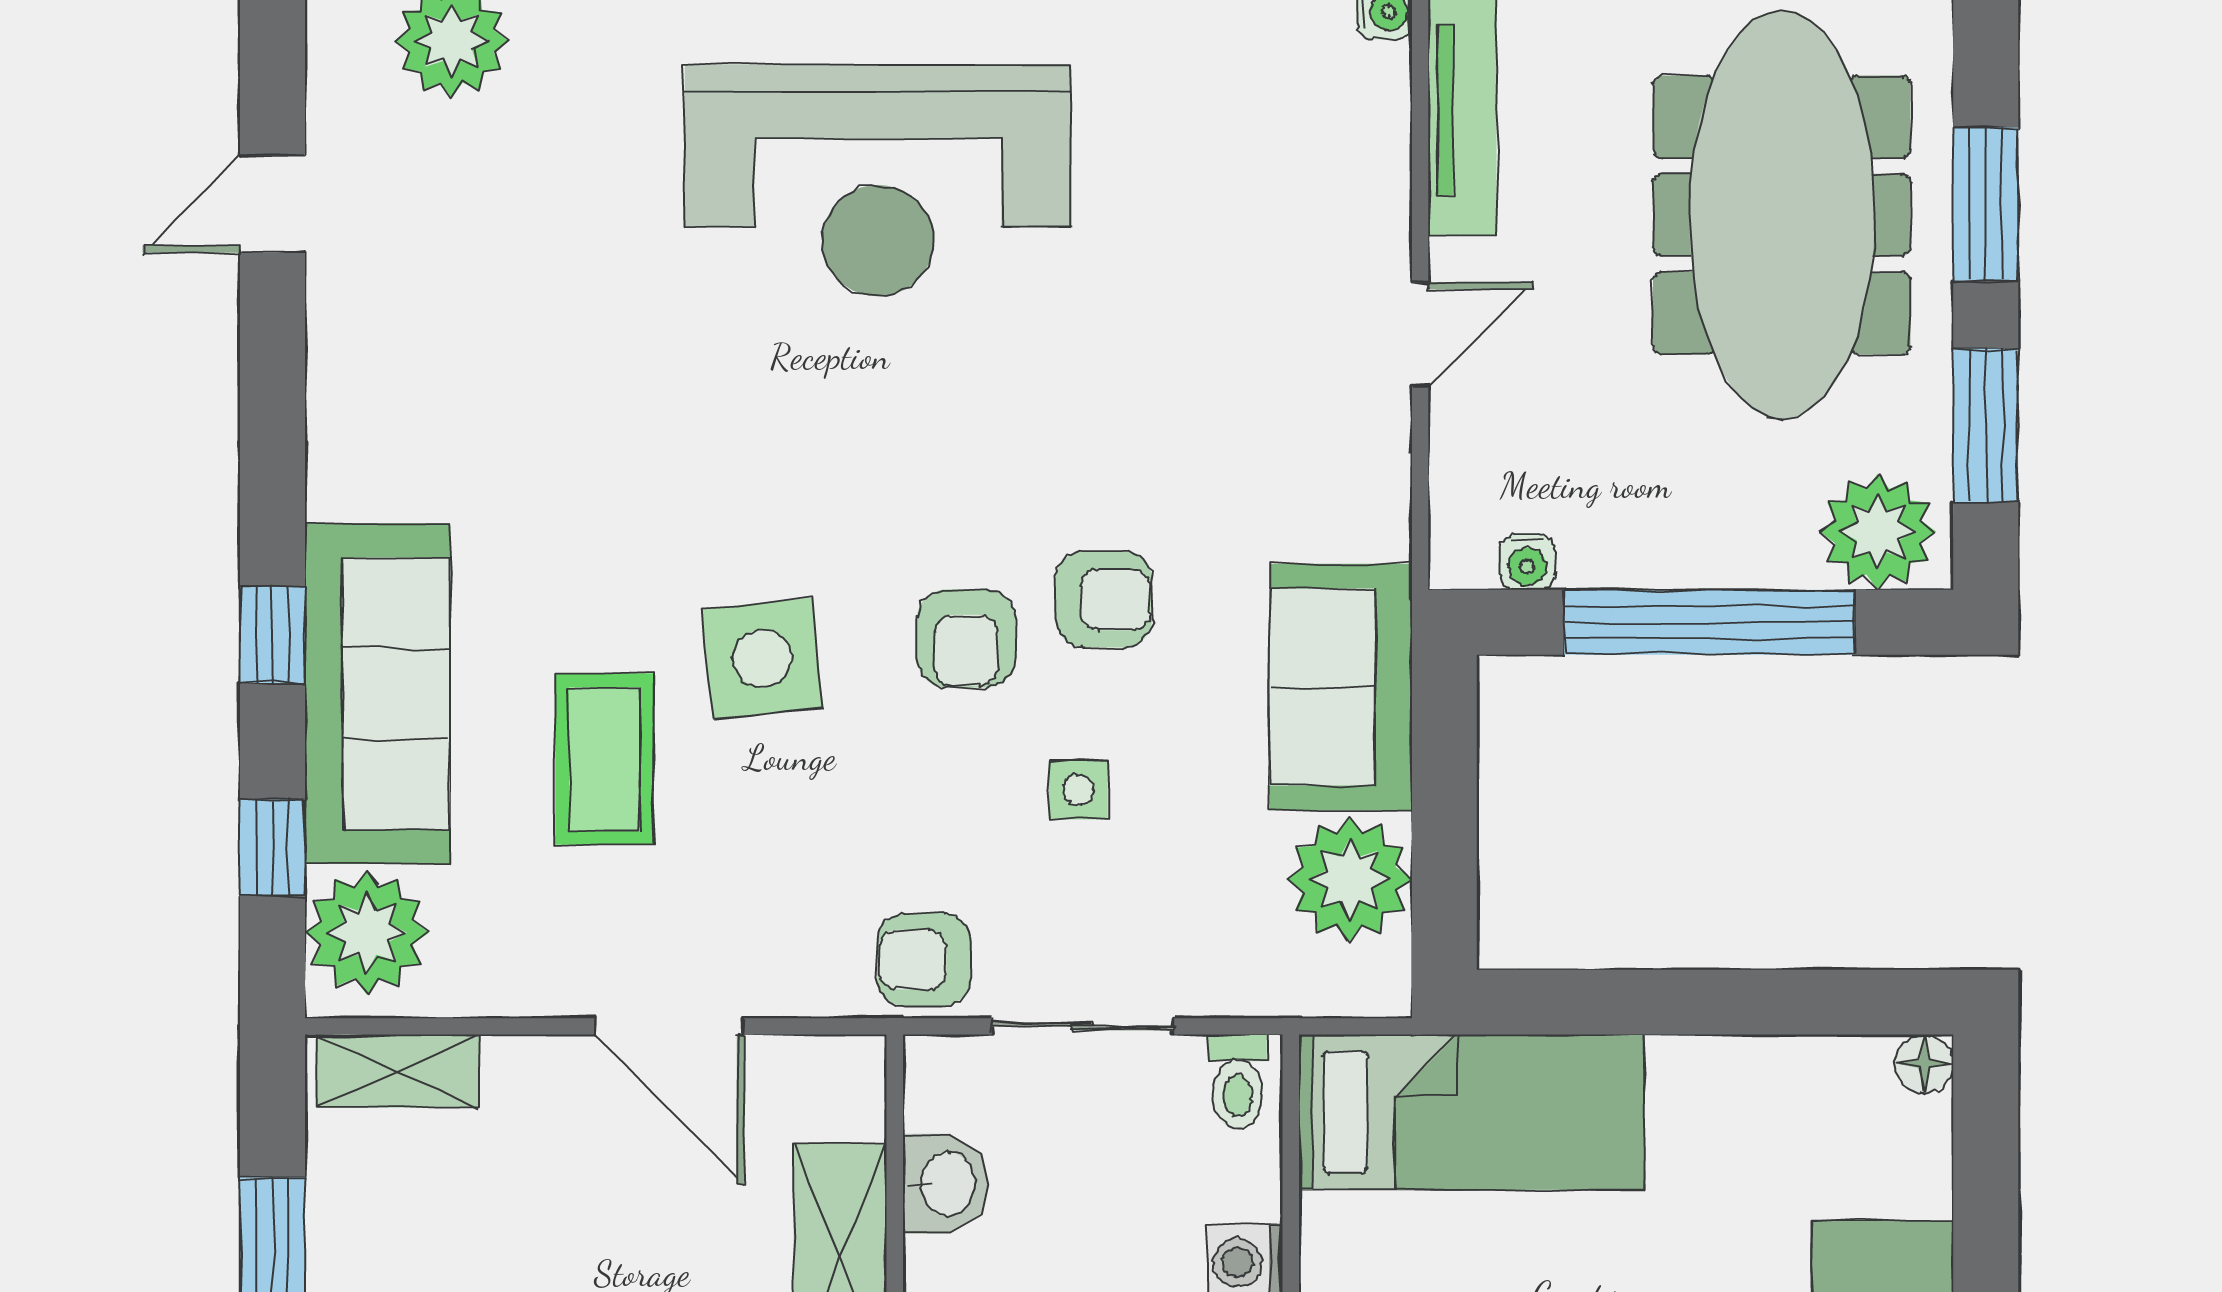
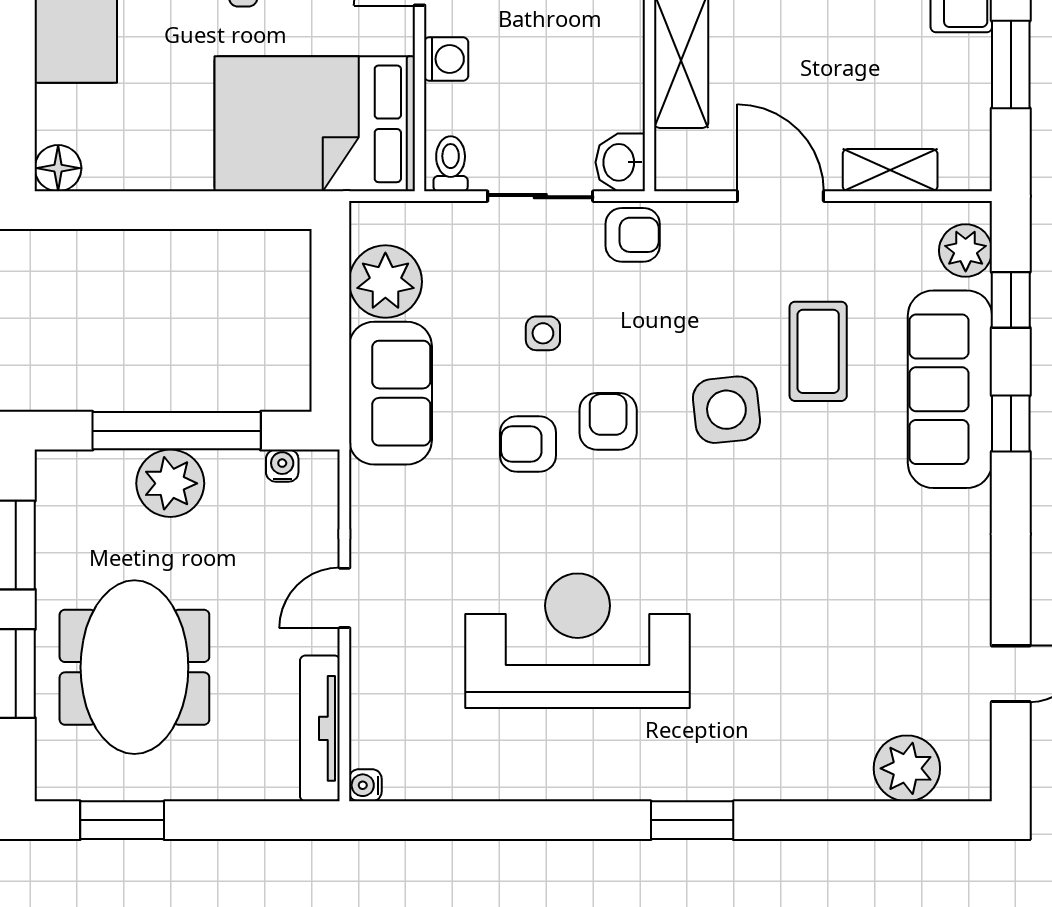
reception desk: (878, 180) -> (578, 641), moved
meeting table: (1782, 215) -> (134, 667), width x0.73
plant: (1878, 532) -> (170, 483), moved
plant: (367, 933) -> (966, 251), width x0.73, depth x0.73
floor lamp: (1924, 1064) -> (58, 168), width x1.37, depth x1.37
shelving: (398, 1071) -> (890, 170), moved
bed: (1471, 1112) -> (315, 124), width x1.50
washbasin: (945, 1184) -> (620, 162), moved

